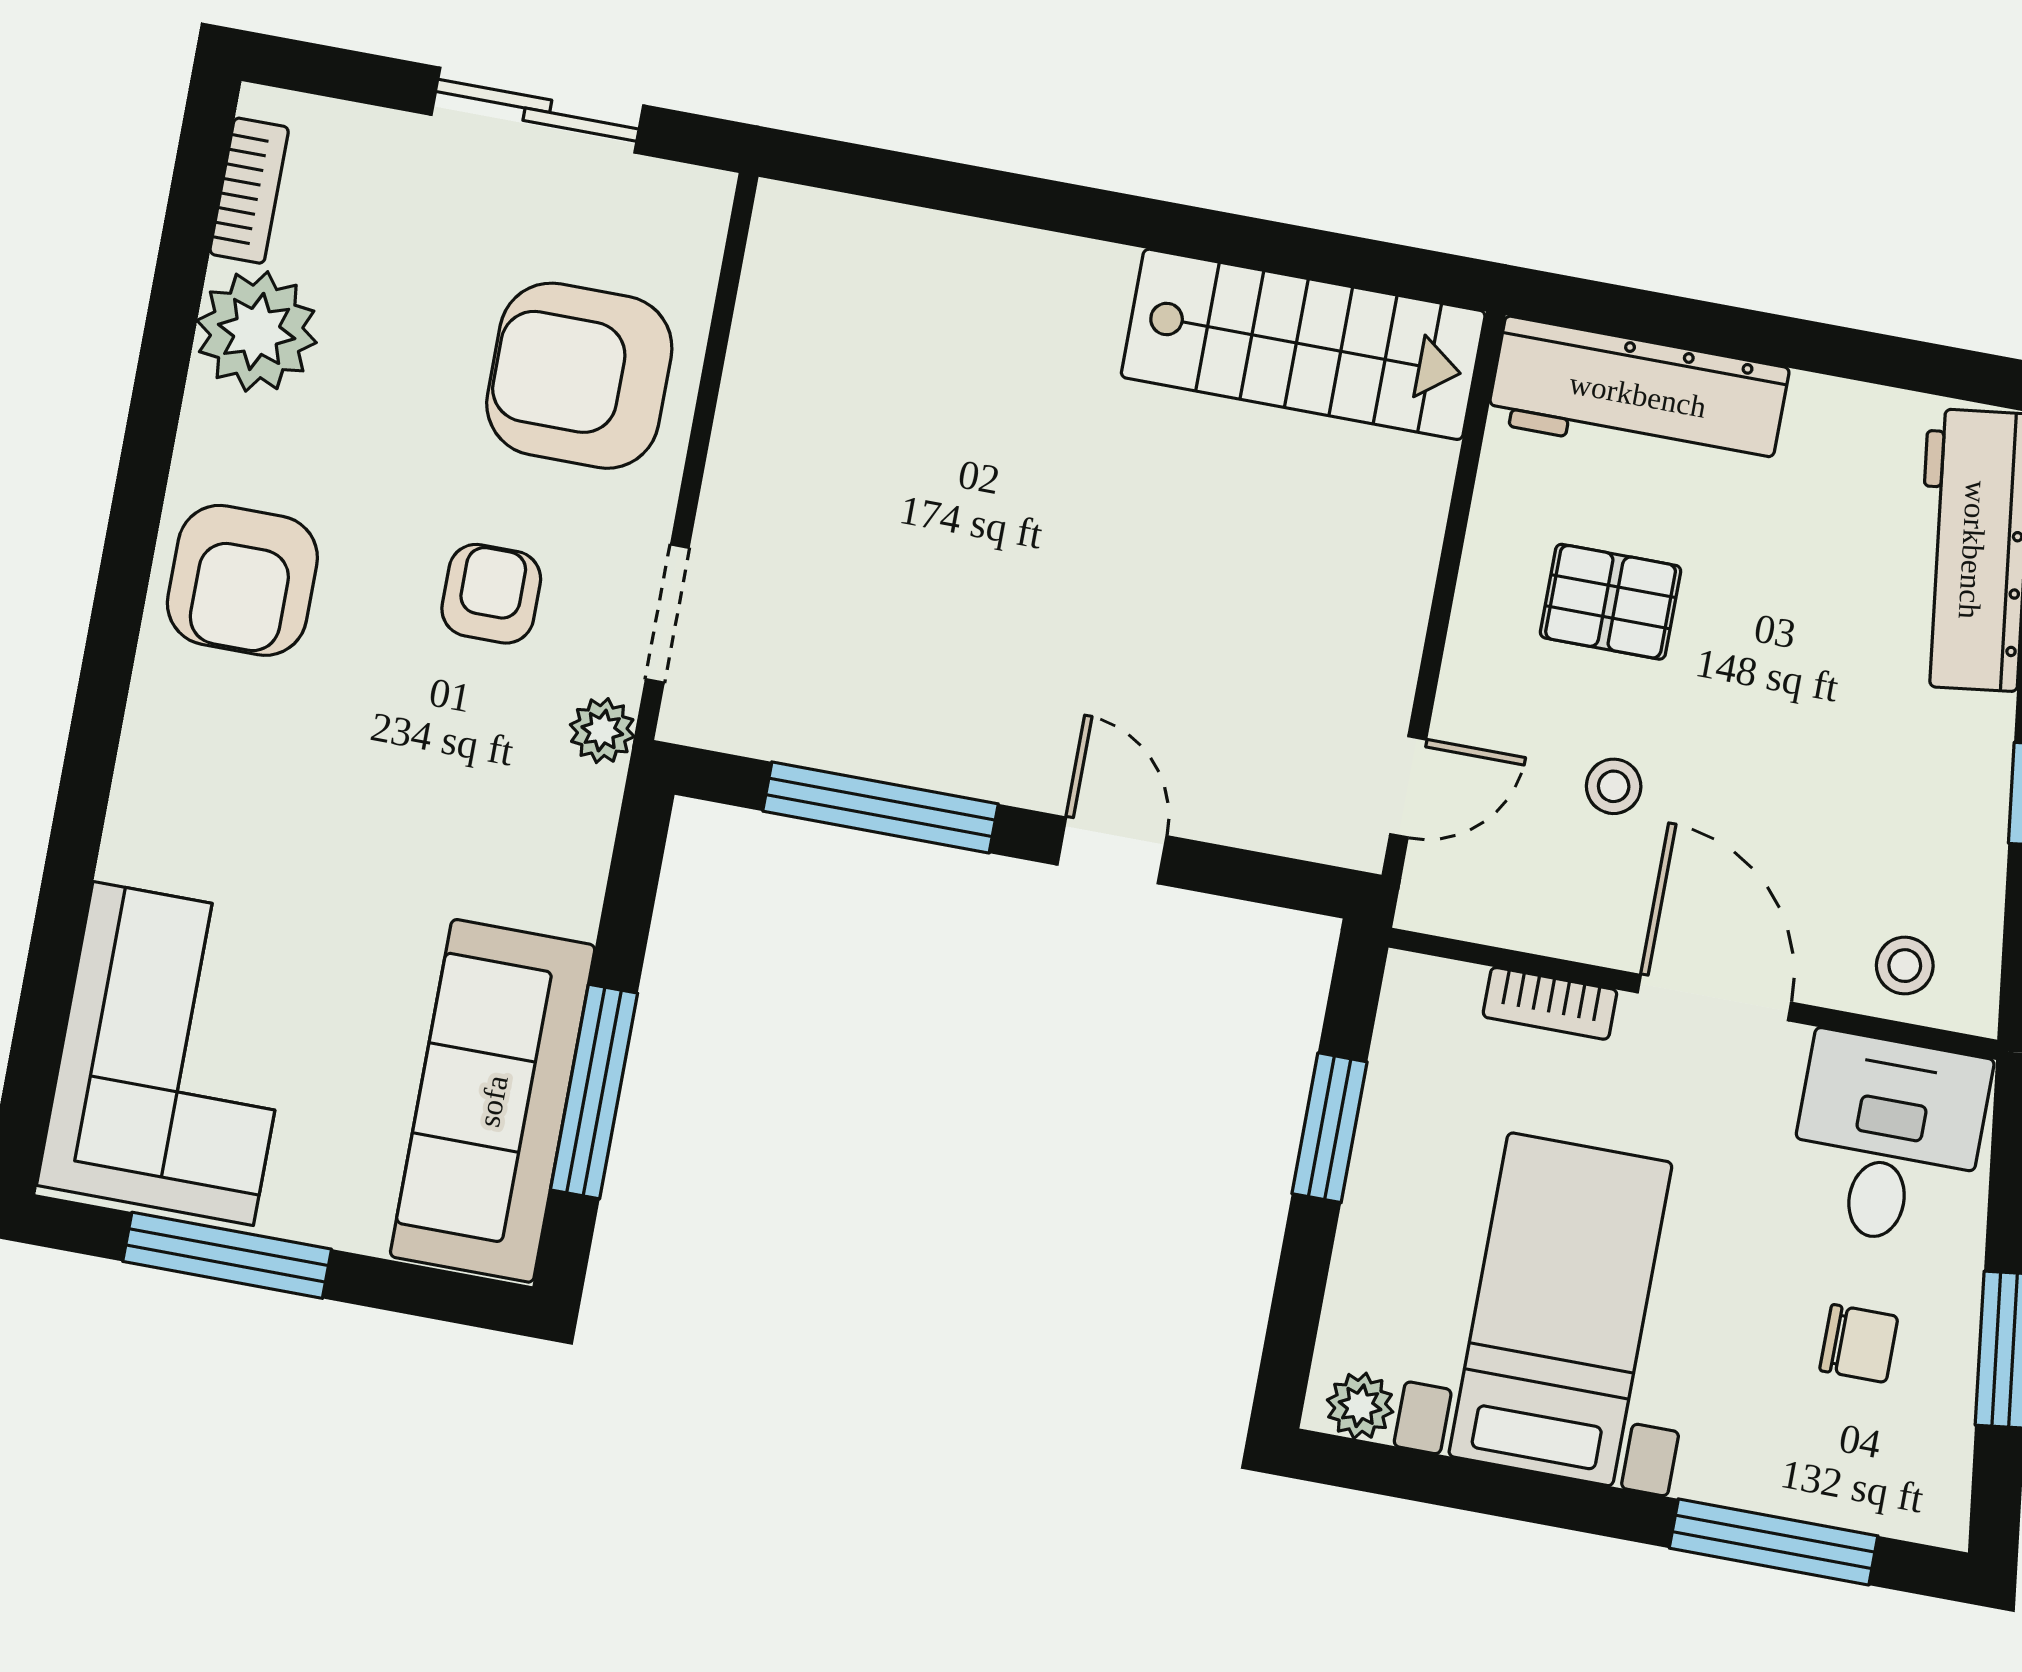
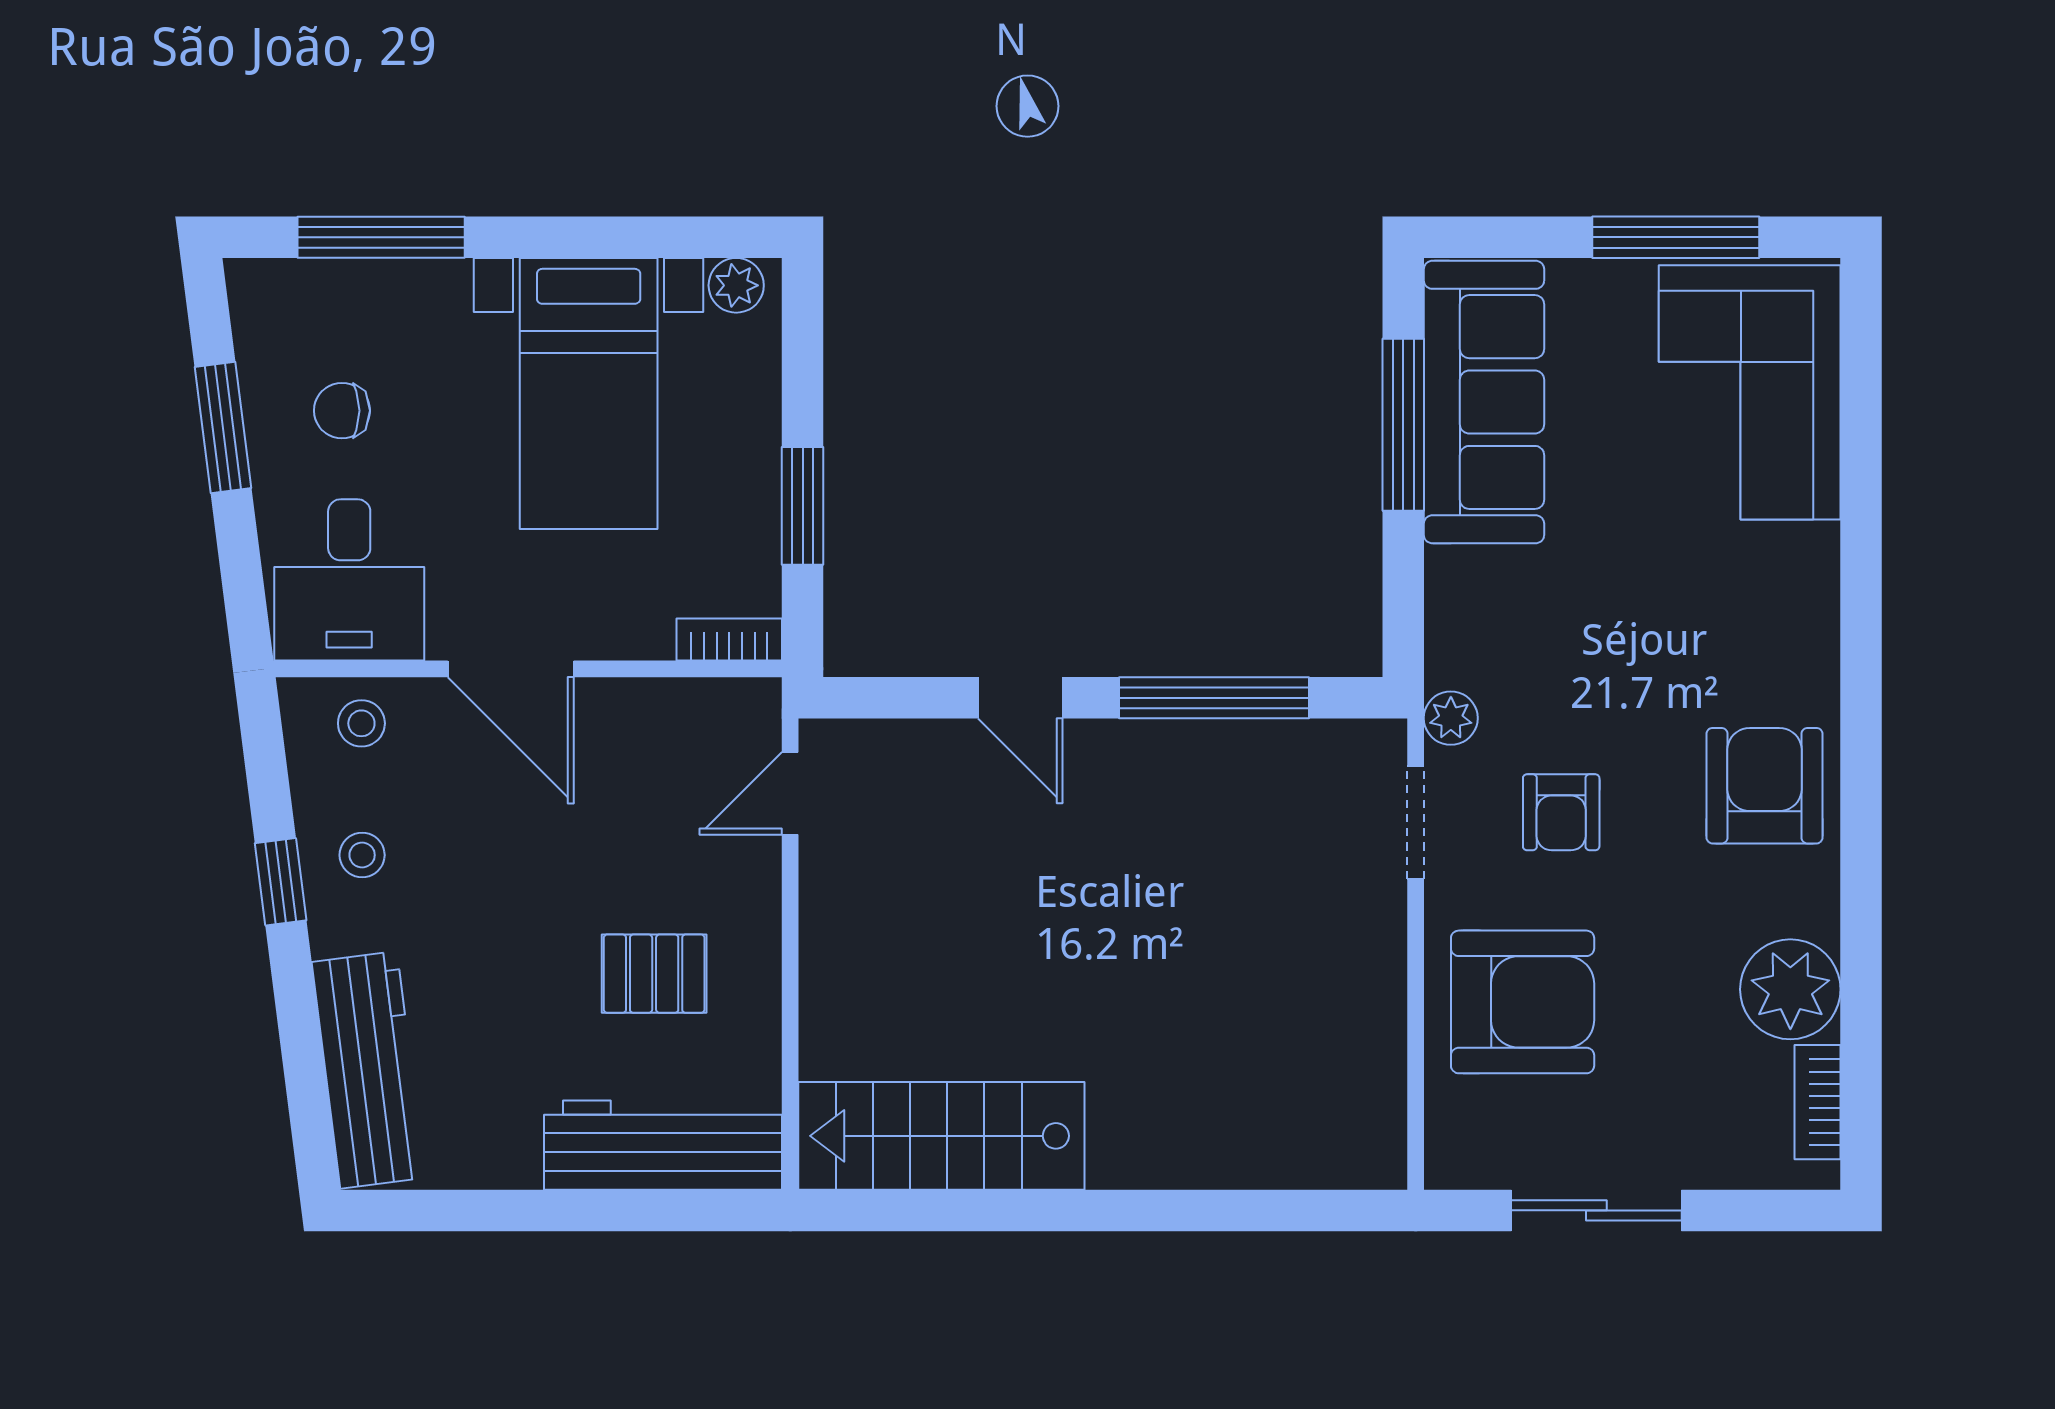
stool: (1614, 786) -> (362, 855), moved
bookcase: (1550, 1003) -> (729, 640), moved

